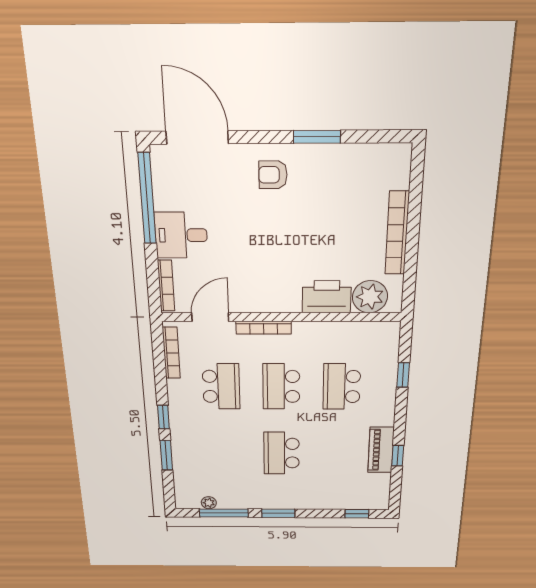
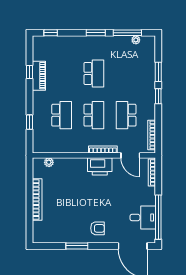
desk: (181, 235) -> (143, 217), moved
printer: (327, 297) -> (100, 166), moved
plant: (370, 297) -> (49, 162), width x0.53, depth x0.53
door: (210, 317) -> (130, 155), hinge flipped

